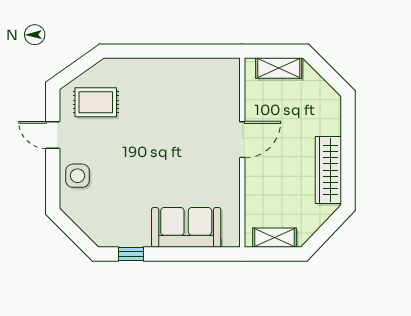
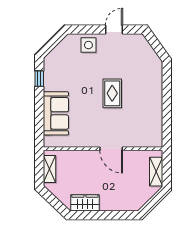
rug: (96, 102) -> (112, 93), moved
wardrobe: (328, 170) -> (85, 203), width x0.67

